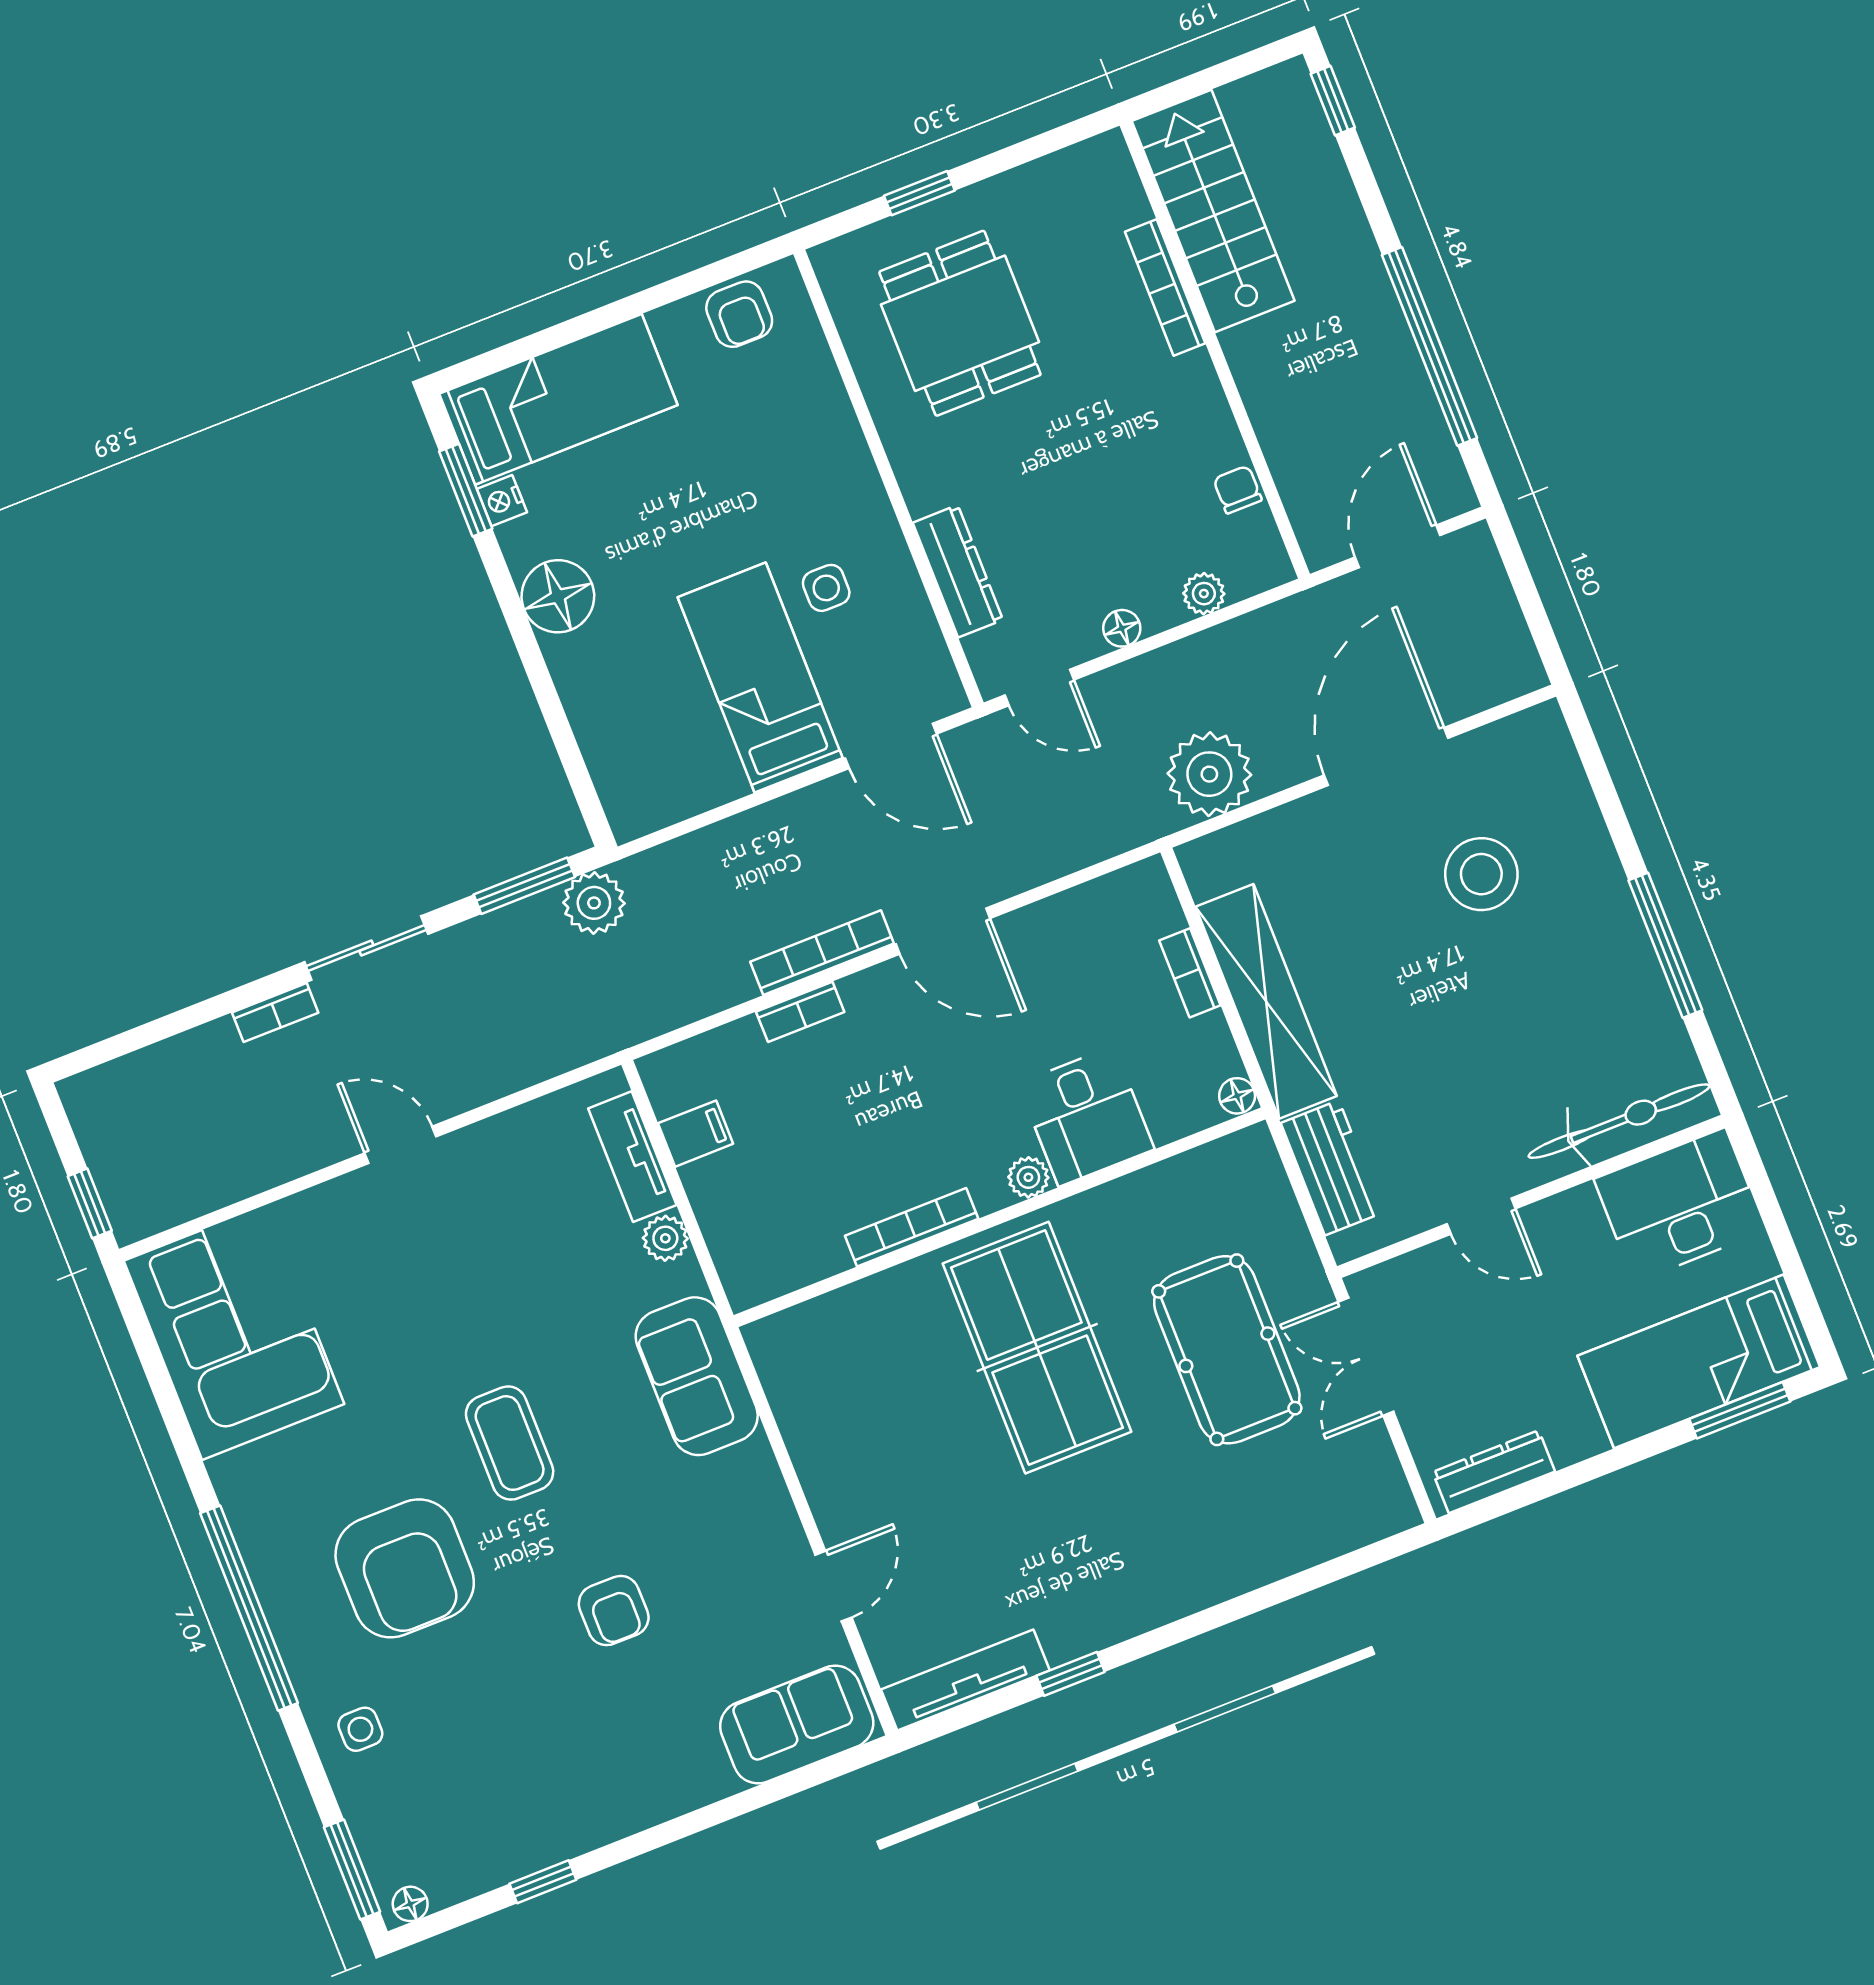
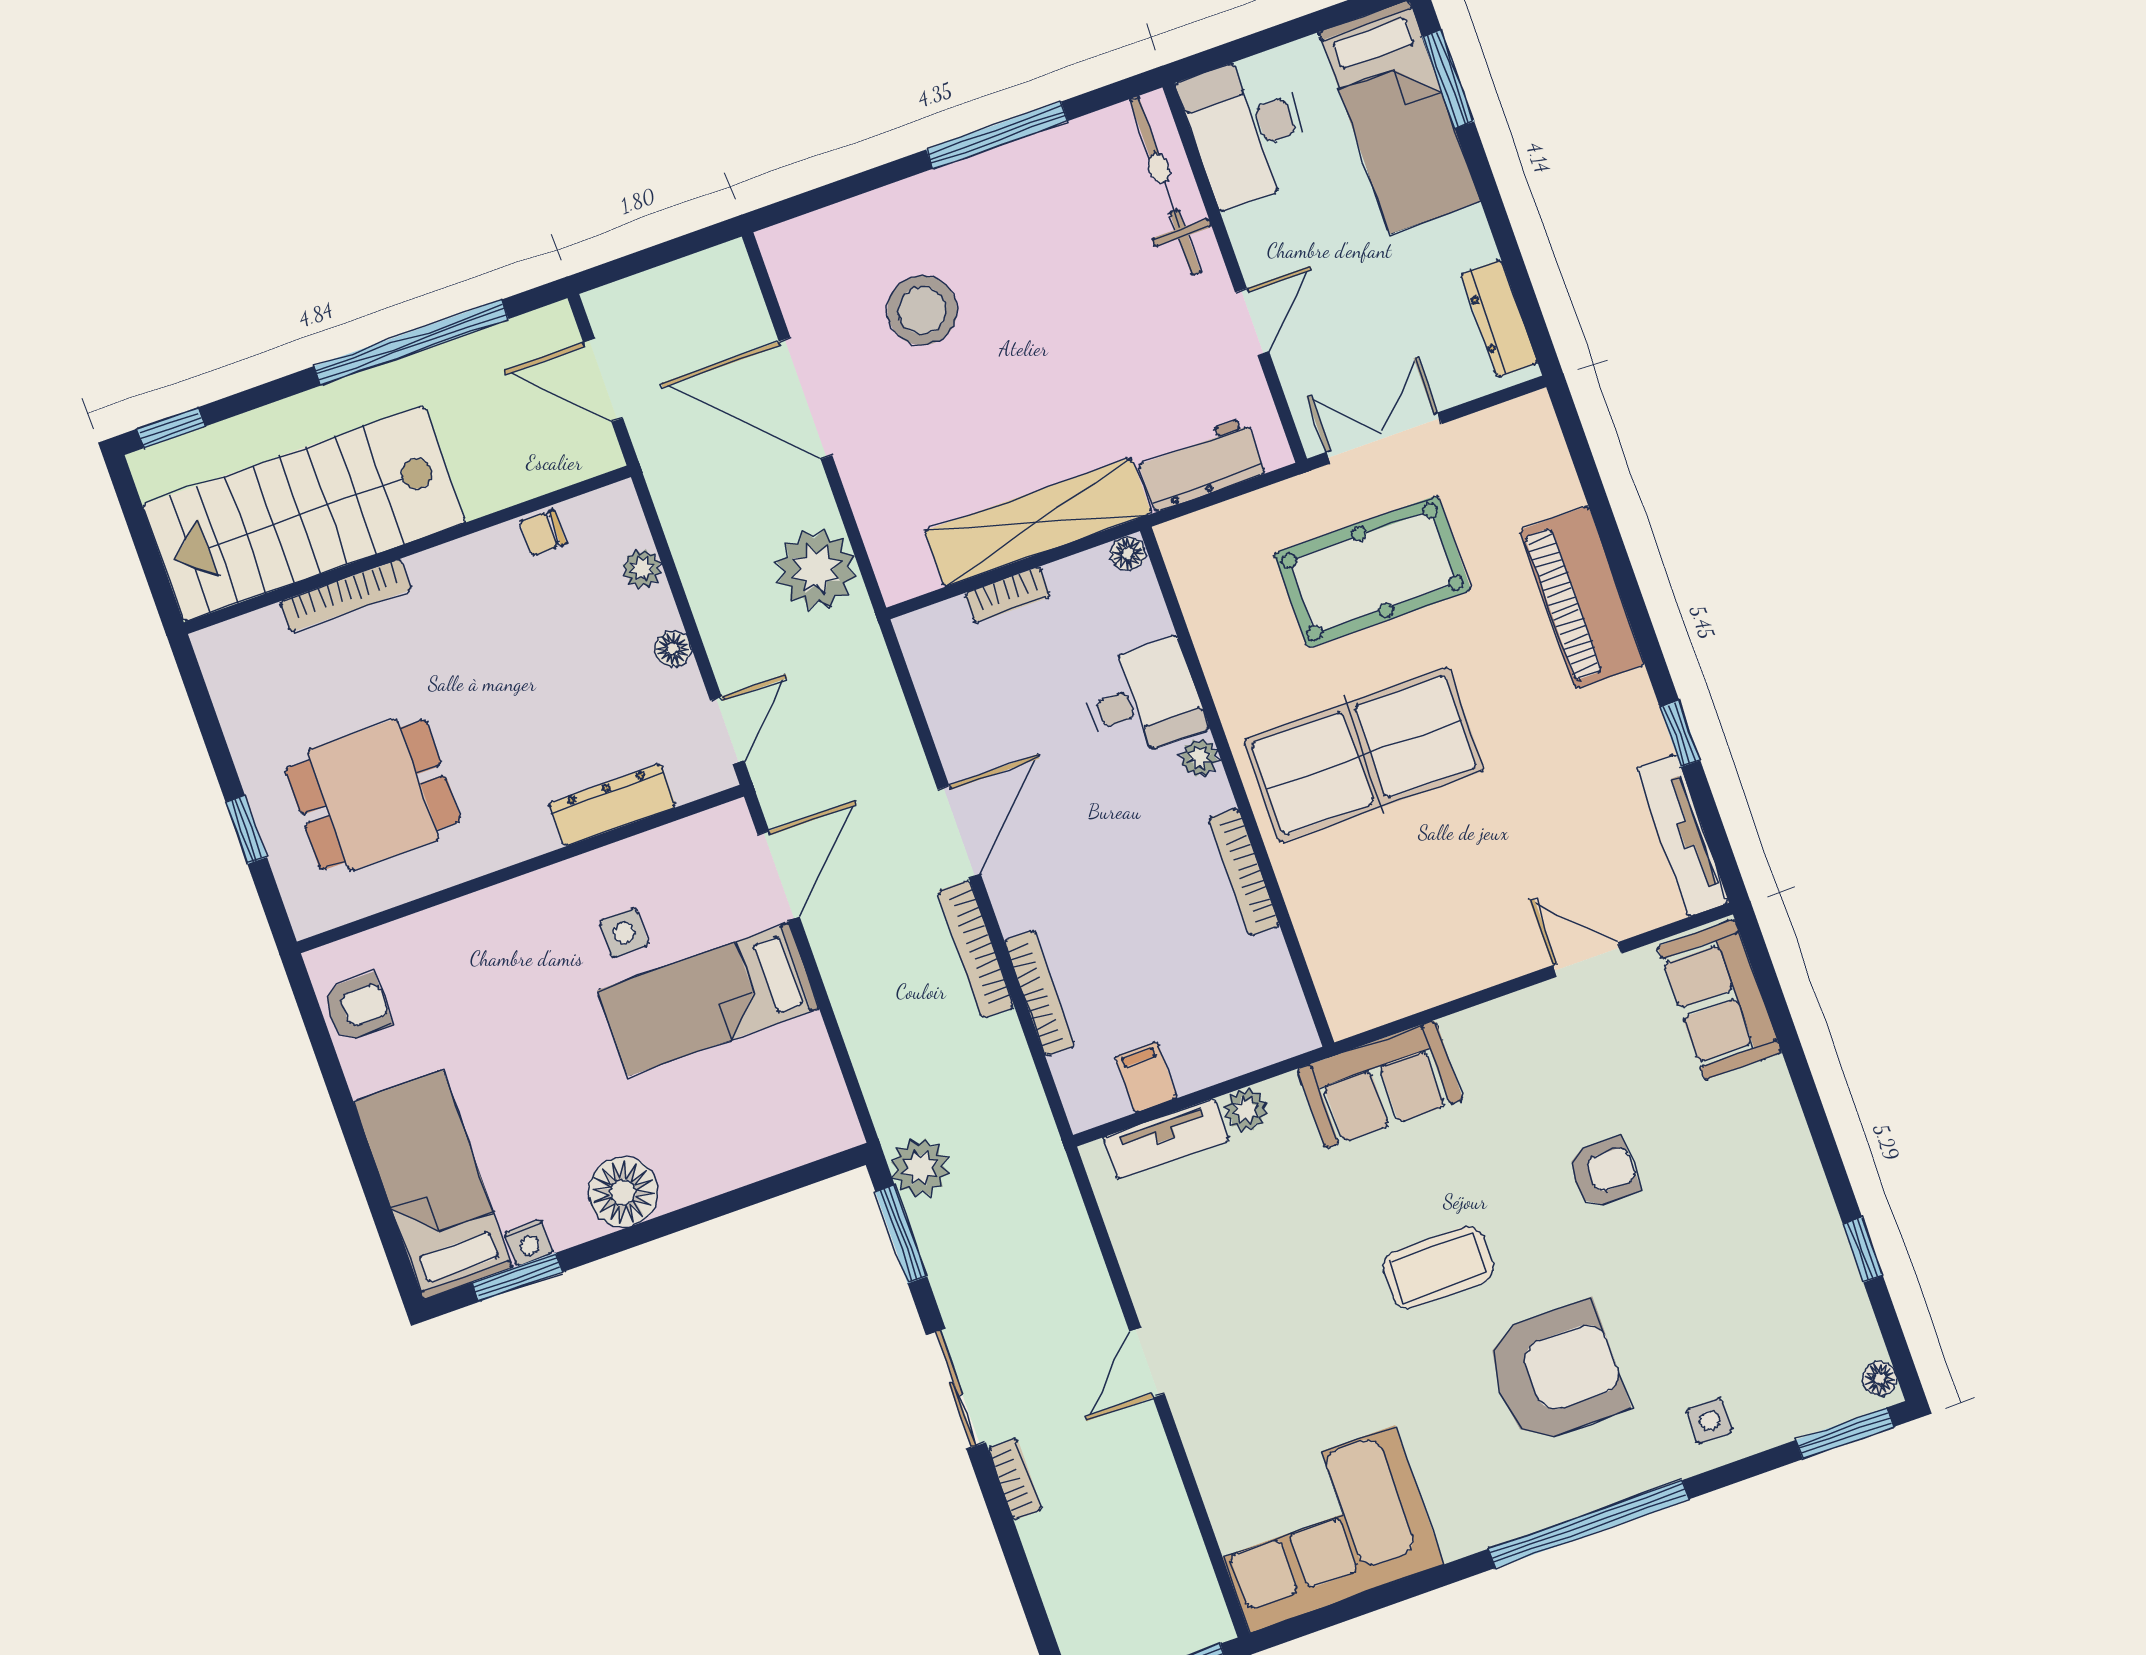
stairs: (1213, 211) -> (304, 514), width x1.36, depth x1.51
bookcase: (800, 1012) -> (1040, 993), width x1.56
double door: (1366, 1357) -> (1384, 438), swing flipped
piano: (1208, 1567) -> (1582, 597), added

